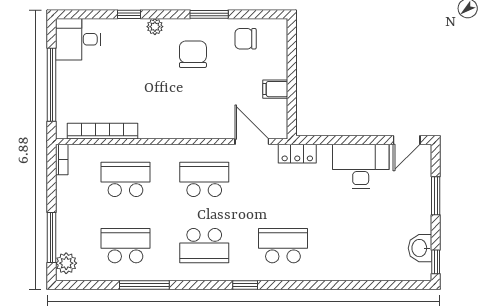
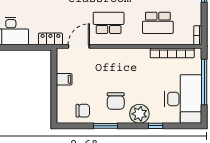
plant: (155, 27) -> (139, 114), width x1.87, depth x1.87
desk: (78, 39) -> (183, 99), width x1.87, depth x1.30
door: (252, 142) -> (79, 46), swing flipped
school desk: (204, 179) -> (109, 23), turned 180

